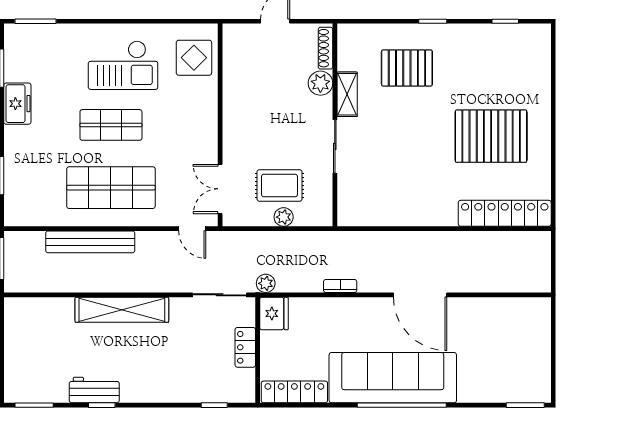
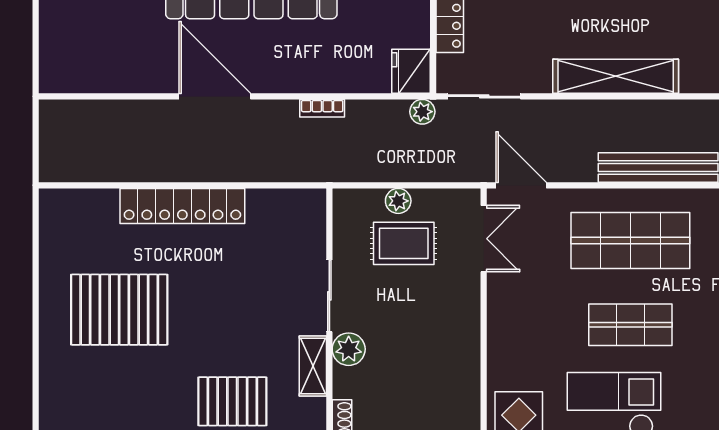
plant: (320, 83) -> (349, 349), moved
locker: (505, 213) -> (182, 206), moved
door: (192, 229) -> (521, 185), width x1.38

